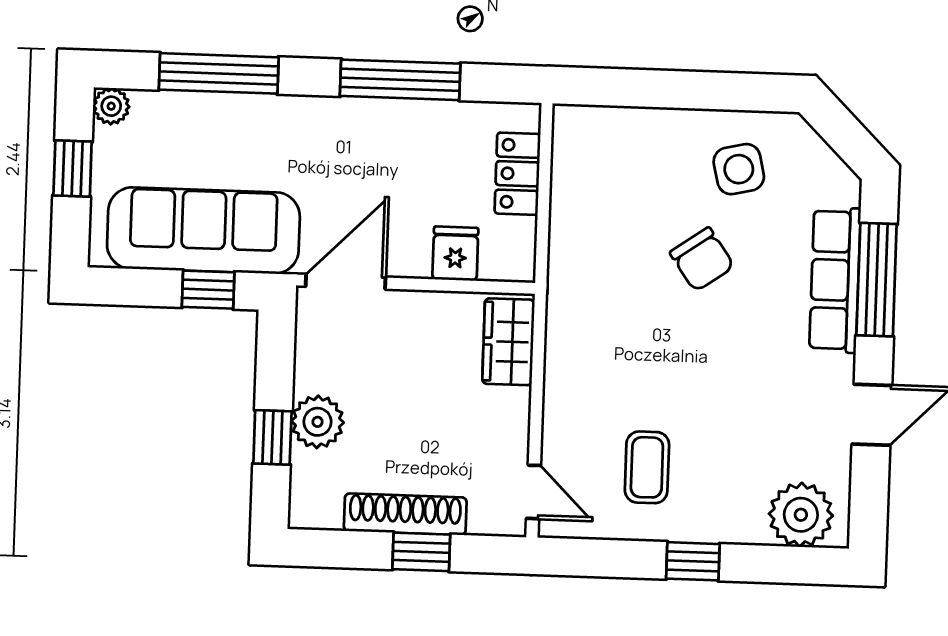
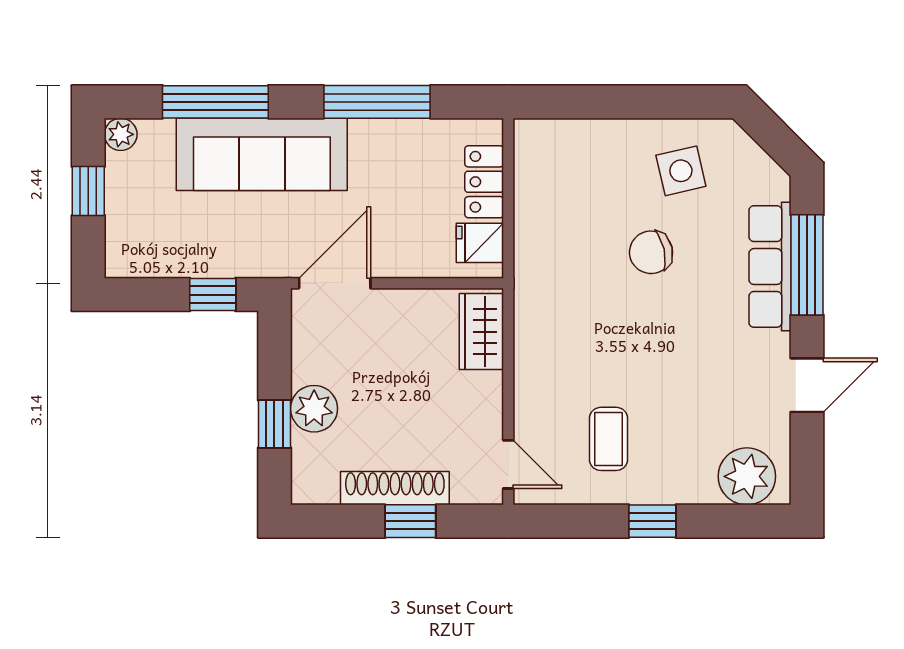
sofa: (203, 230) -> (262, 154), moved, turned 180
fridge: (455, 254) -> (480, 243), moved, turned -90
chair: (702, 259) -> (651, 252), turned 112

